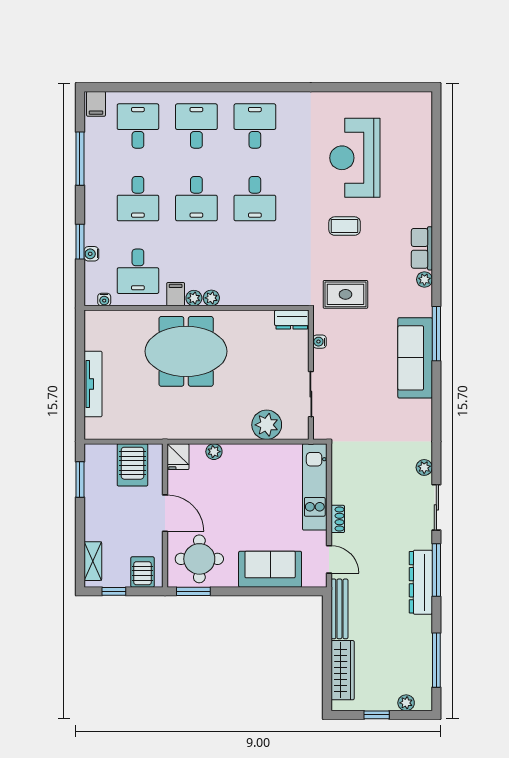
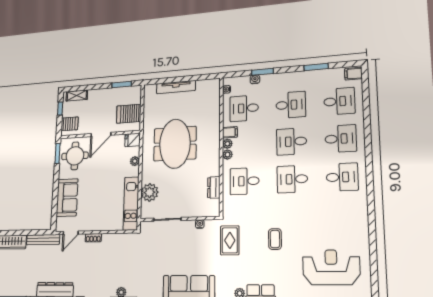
reception desk: (355, 158) -> (331, 267), moved
window: (80, 159) -> (316, 67), width x0.69
desk: (138, 199) -> (291, 105), turned 180
desk: (255, 271) -> (245, 181), added
dresser: (292, 320) -> (214, 187), moved
meeting table: (186, 351) -> (175, 144), moved
kitchen unit: (315, 487) -> (131, 204), moved, turned -90

